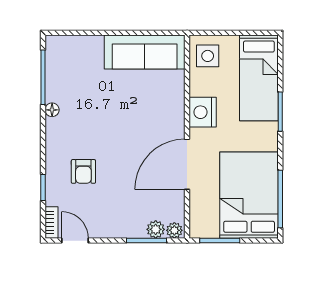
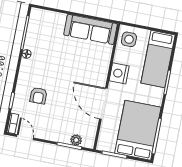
door: (187, 164) -> (103, 104), hinge flipped
plant: (174, 230) -> (88, 143), removed

